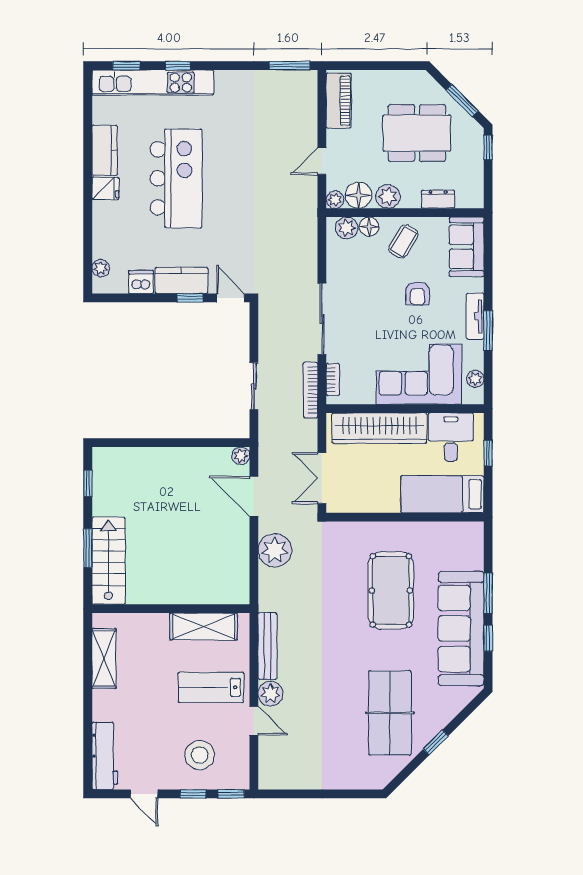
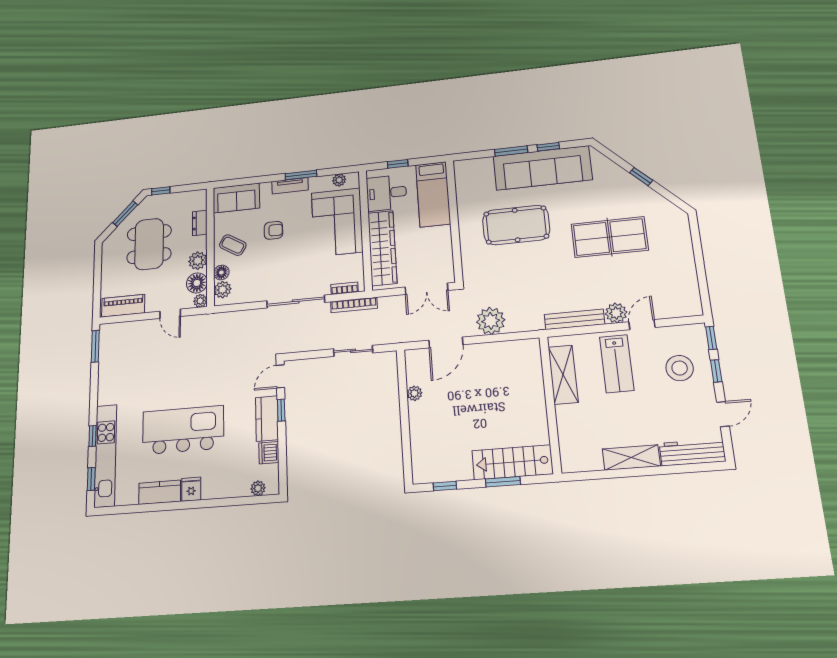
plant: (241, 456) -> (414, 393), moved
shelving: (104, 658) -> (631, 458), moved
table tennis table: (390, 713) -> (610, 237), moved

